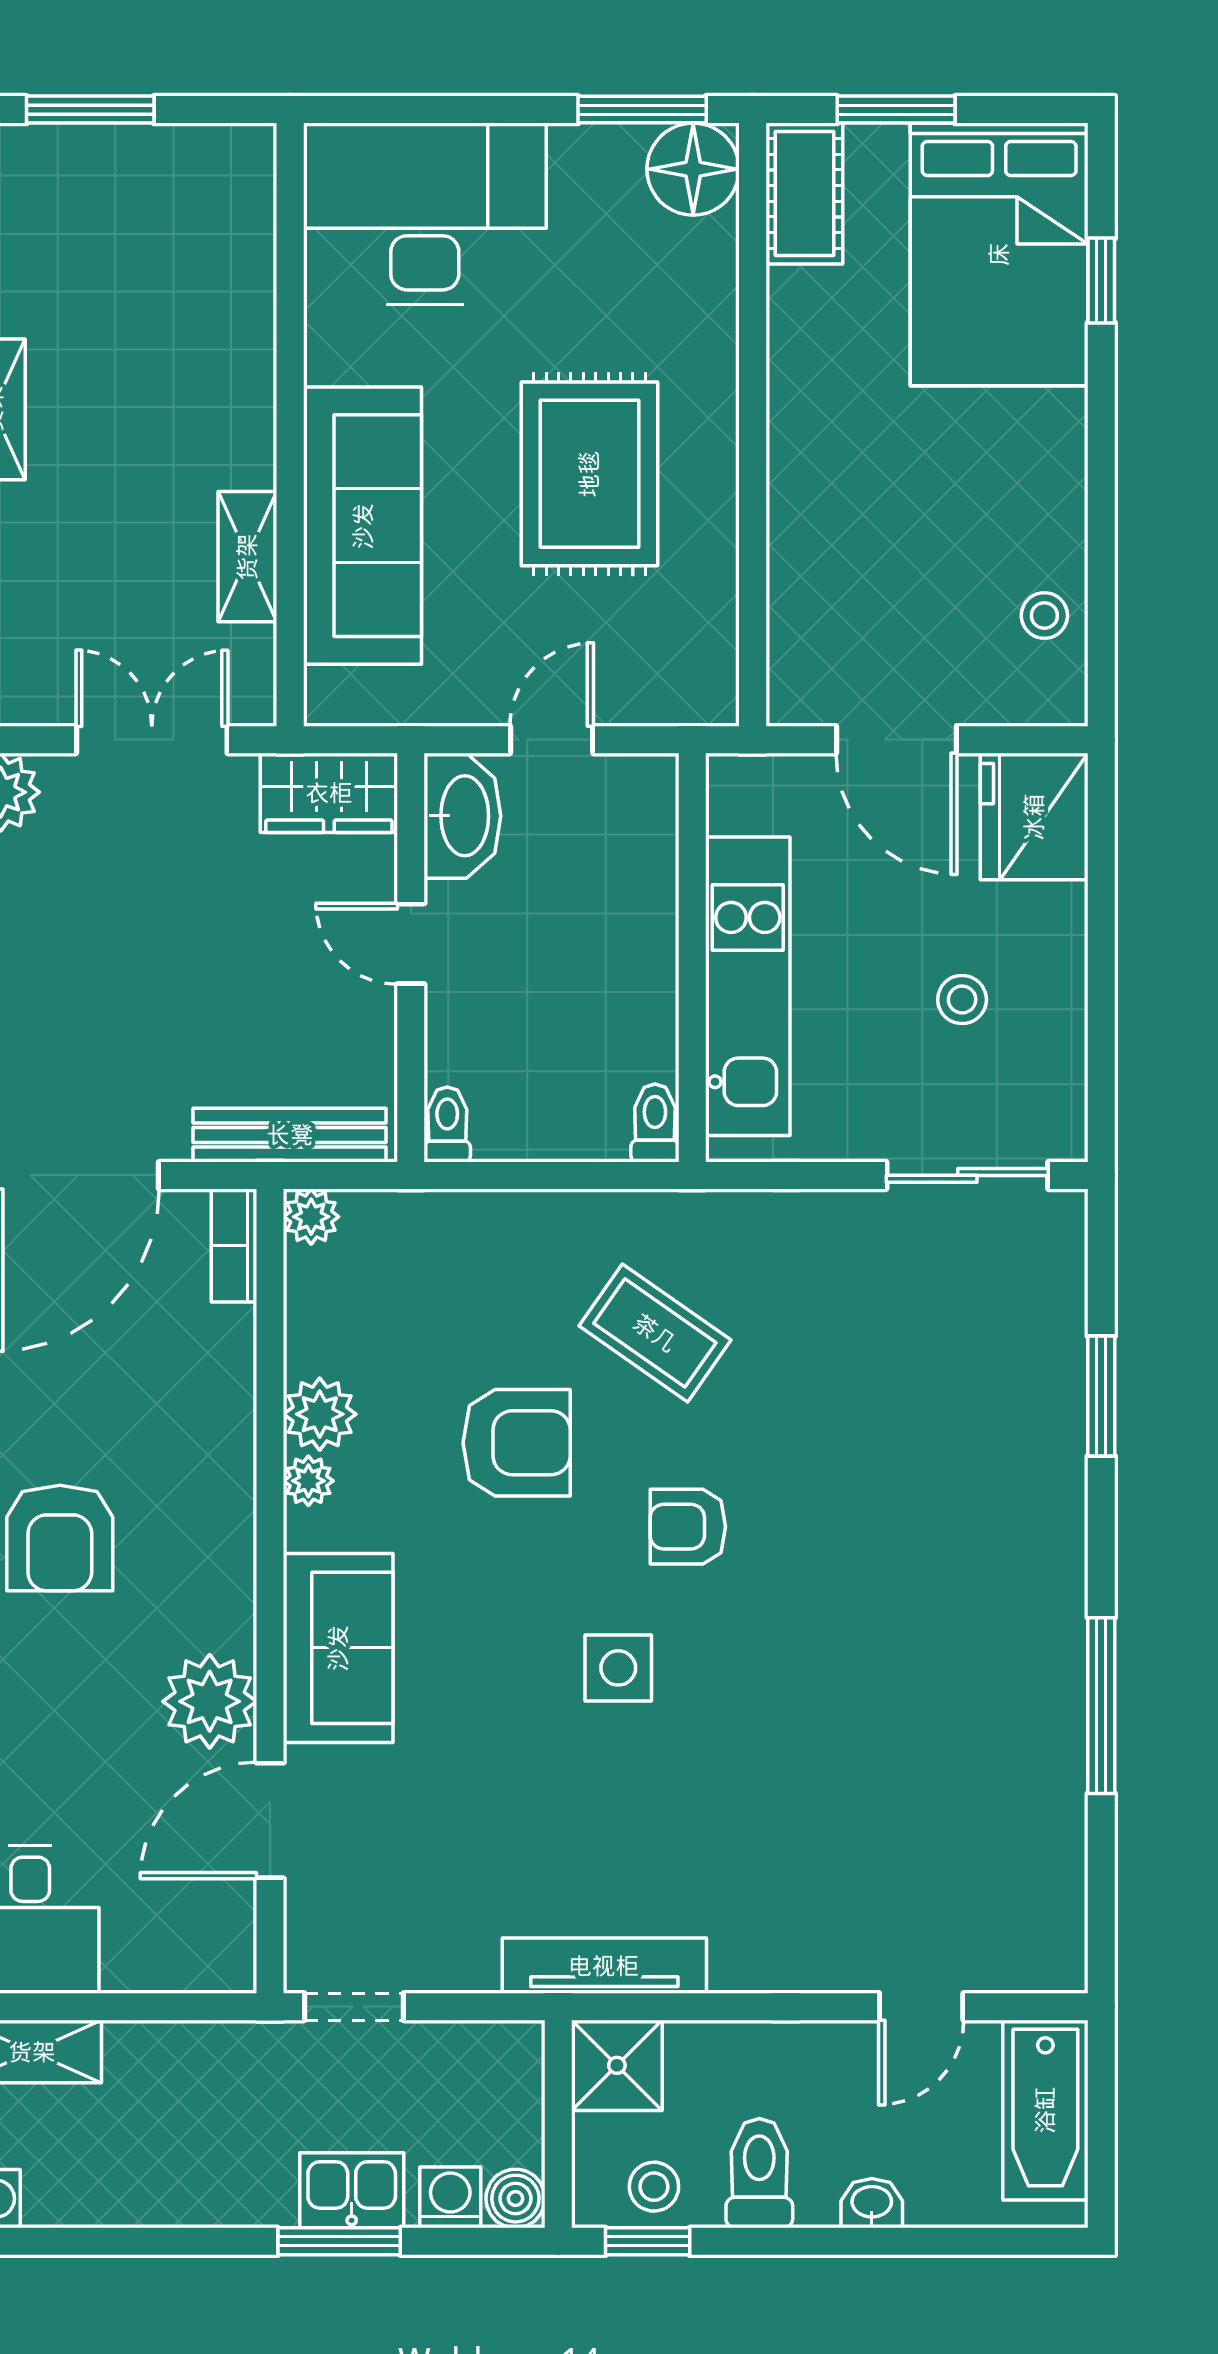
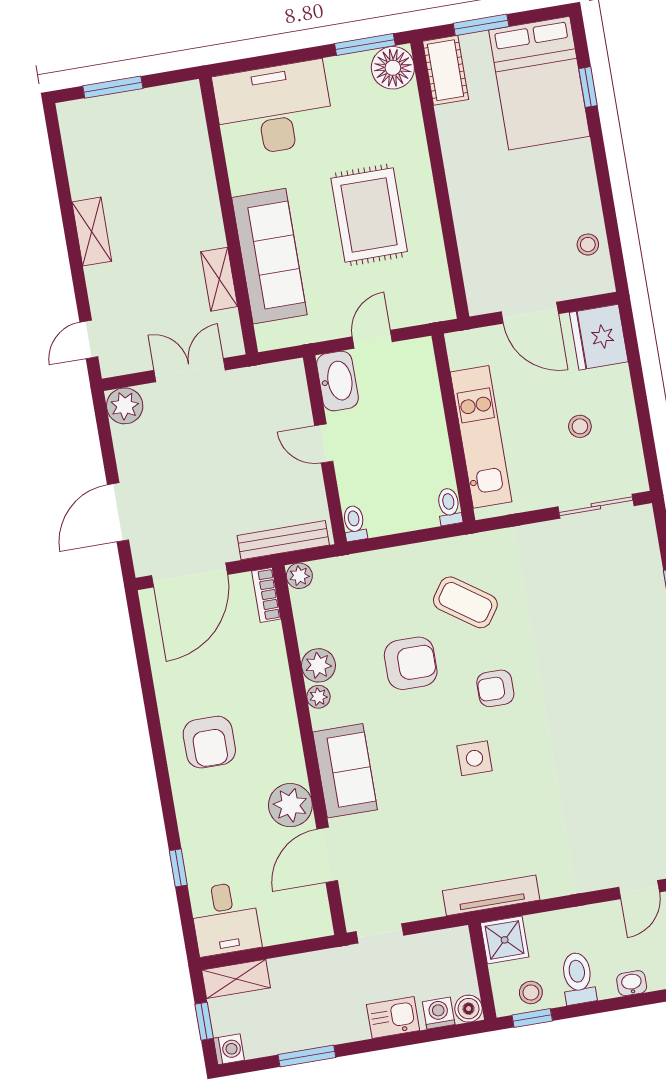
wardrobe: (329, 793) -> (275, 381), removed
window: (339, 2241) -> (307, 1056), moved

